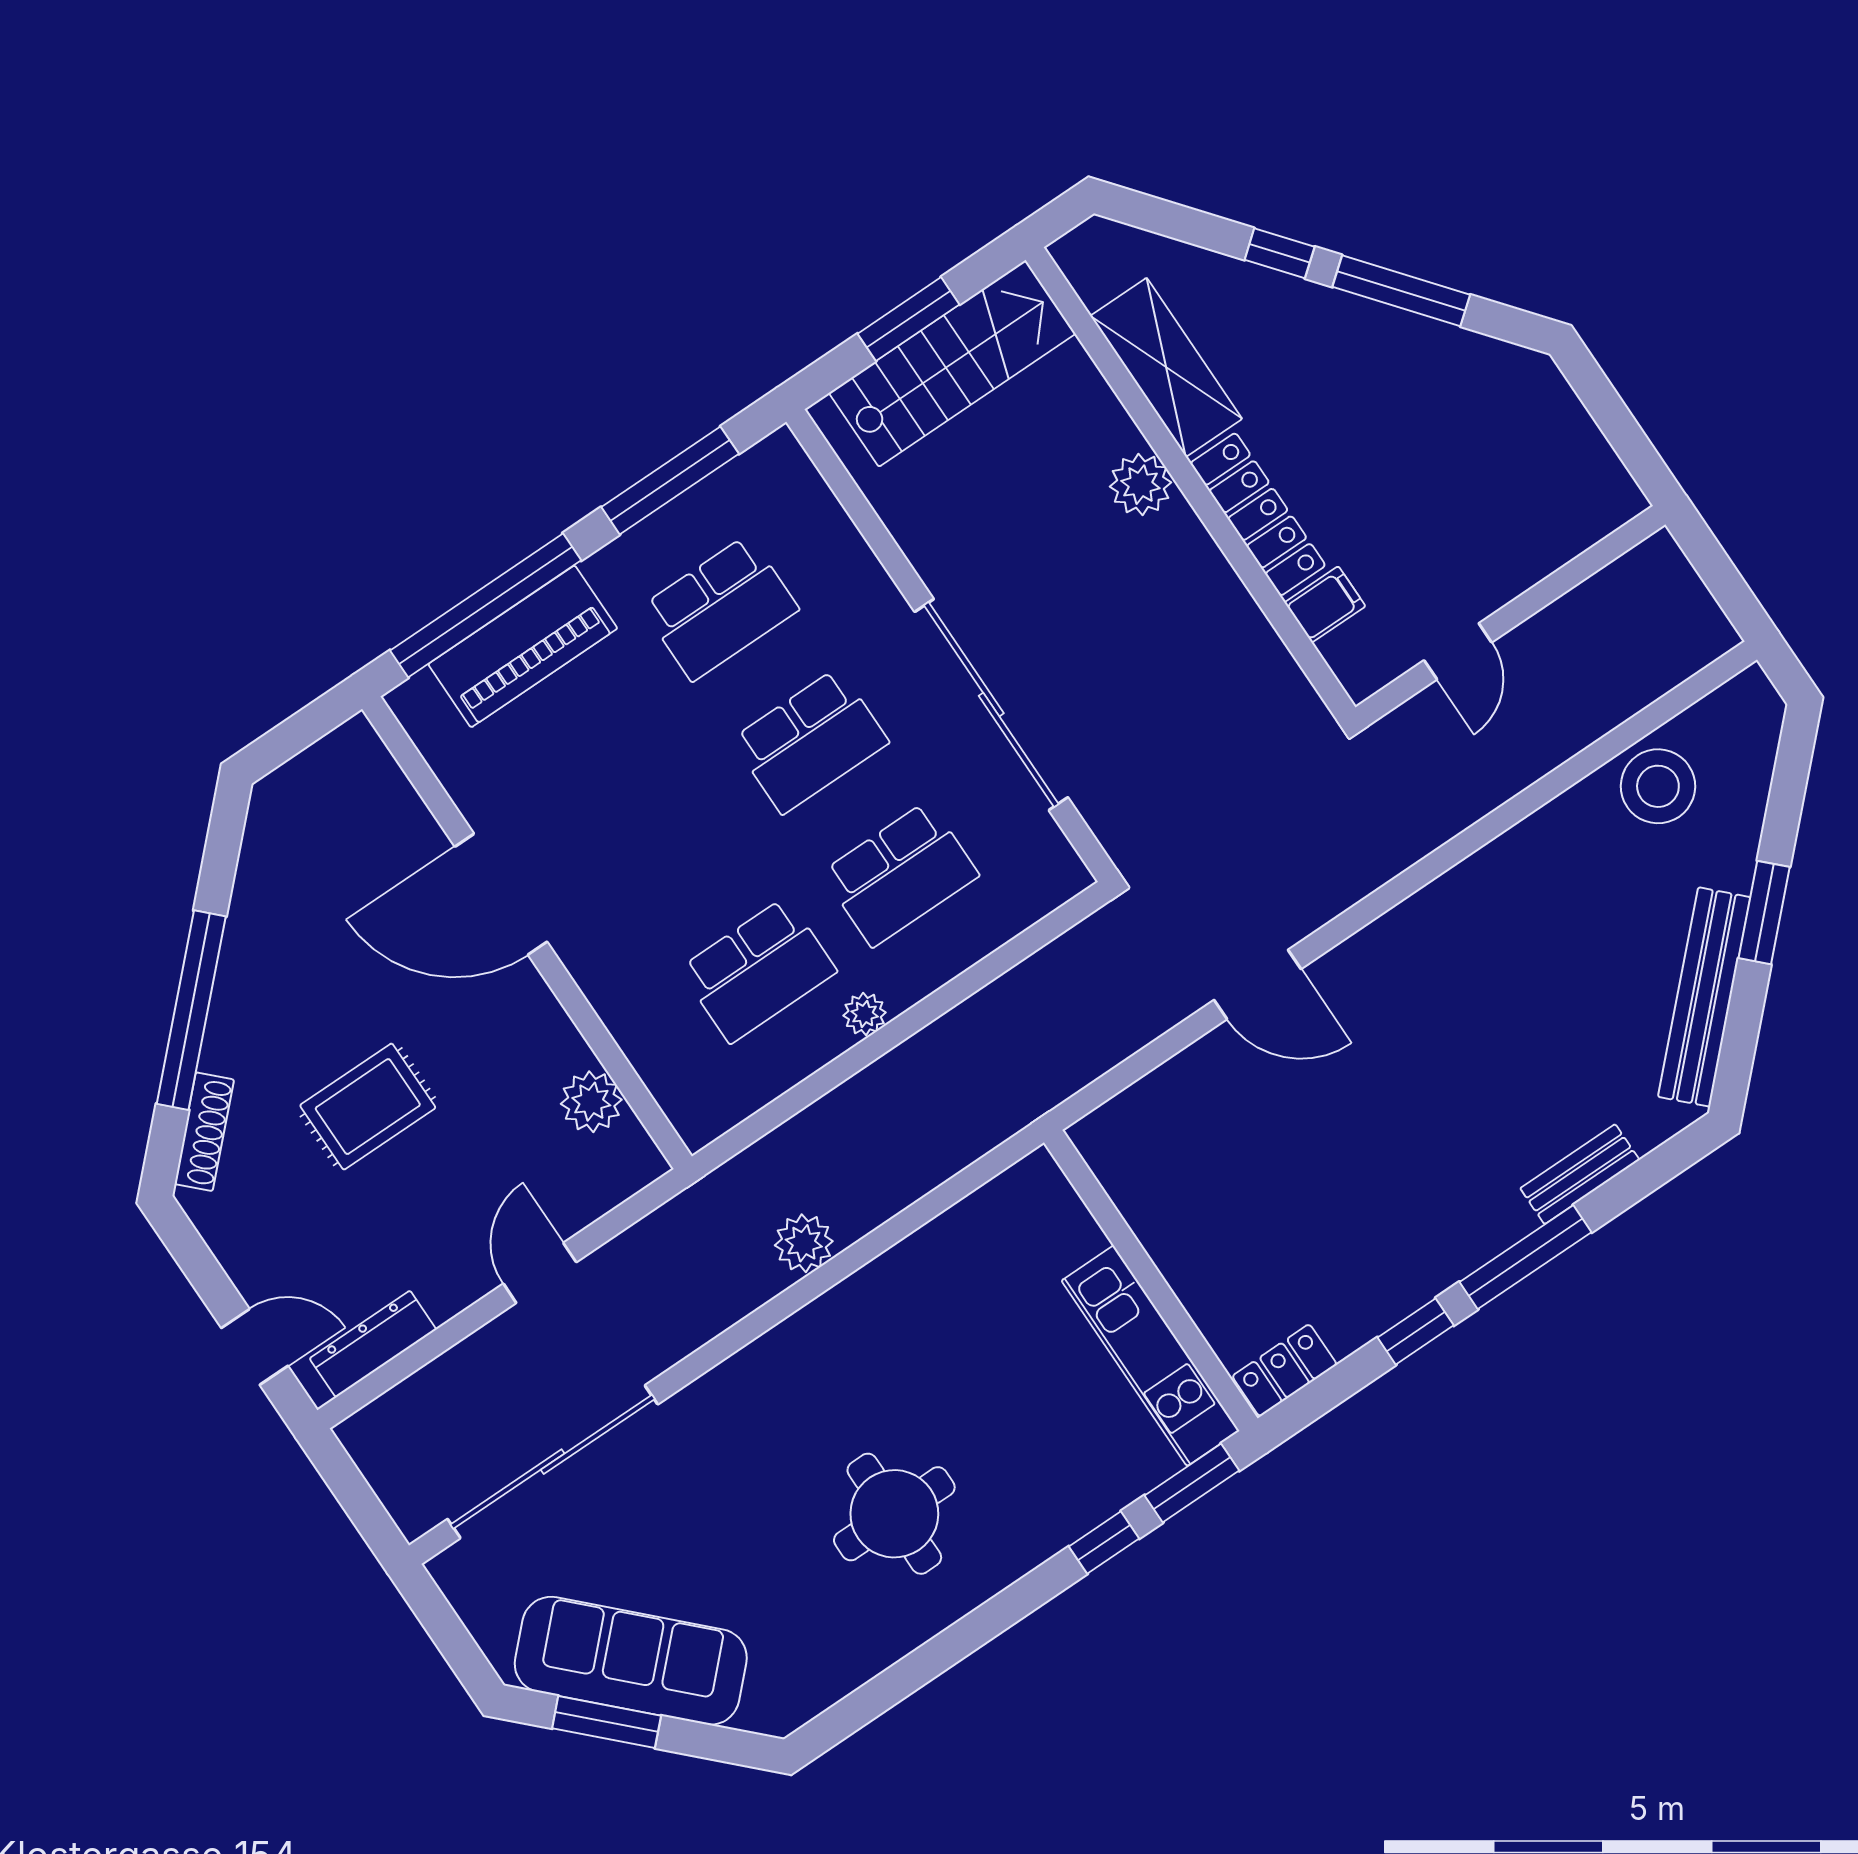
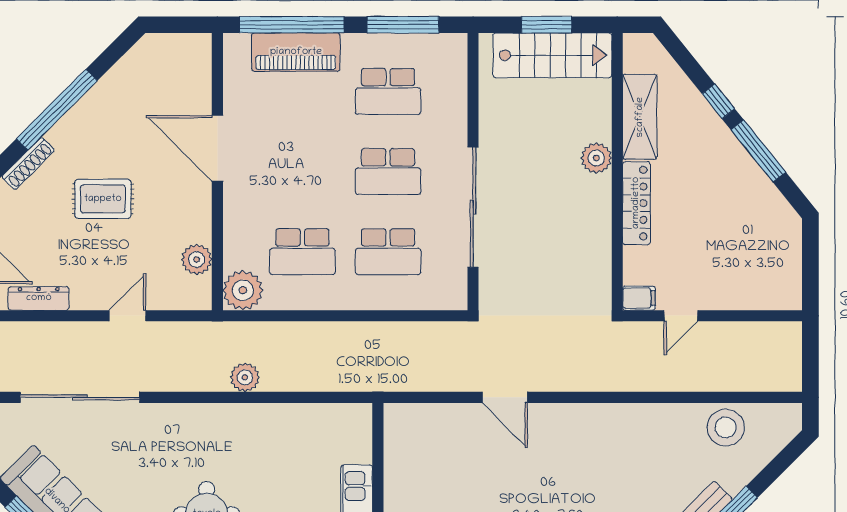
filing cabinet: (1325, 604) -> (639, 298), moved
plant: (865, 1014) -> (243, 290), moved, width x1.87, depth x1.87

